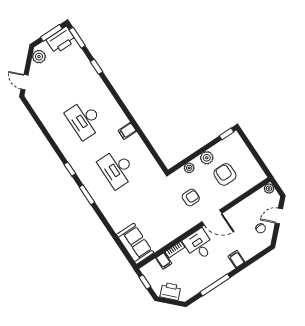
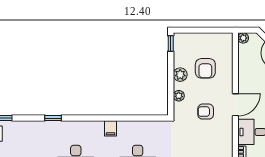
window: (96, 67) -> (53, 118), moved
armchair: (225, 174) -> (205, 68), turned -90
armchair: (191, 197) -> (206, 112), turned -90

